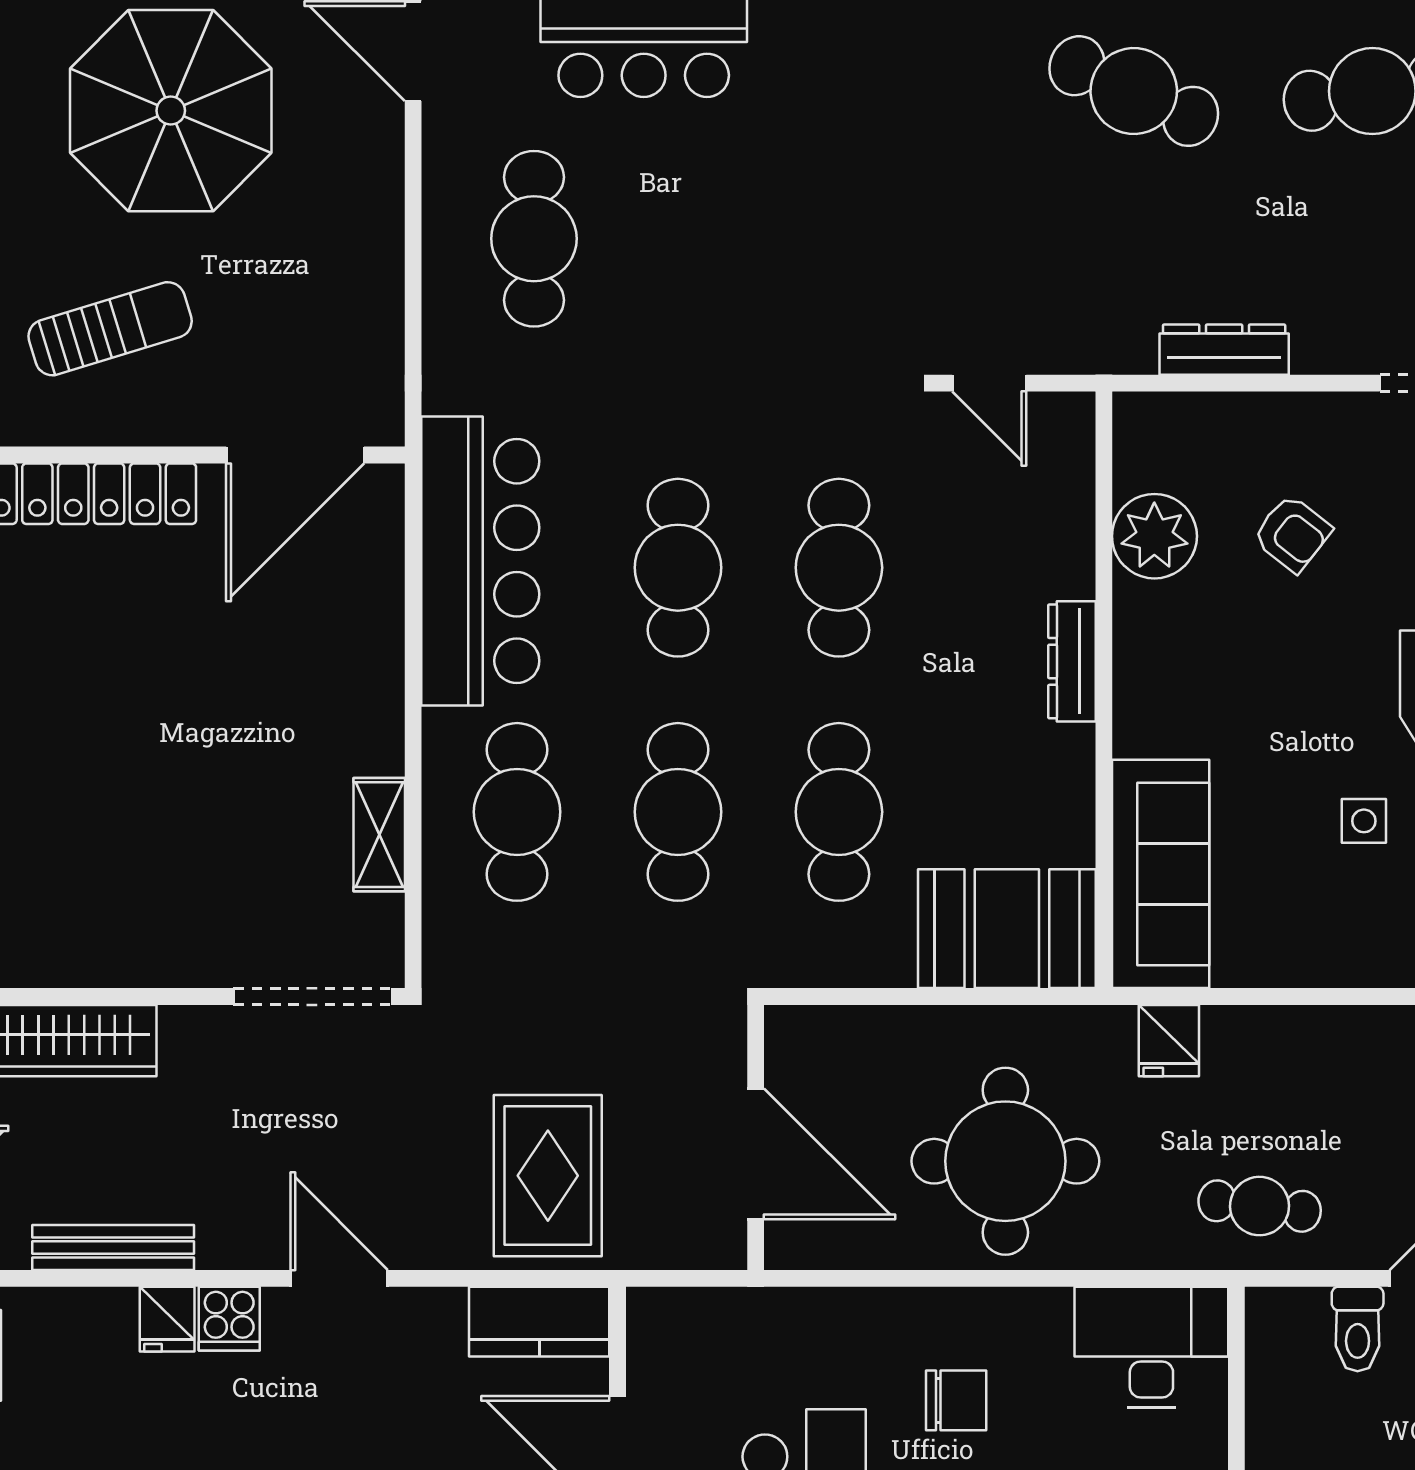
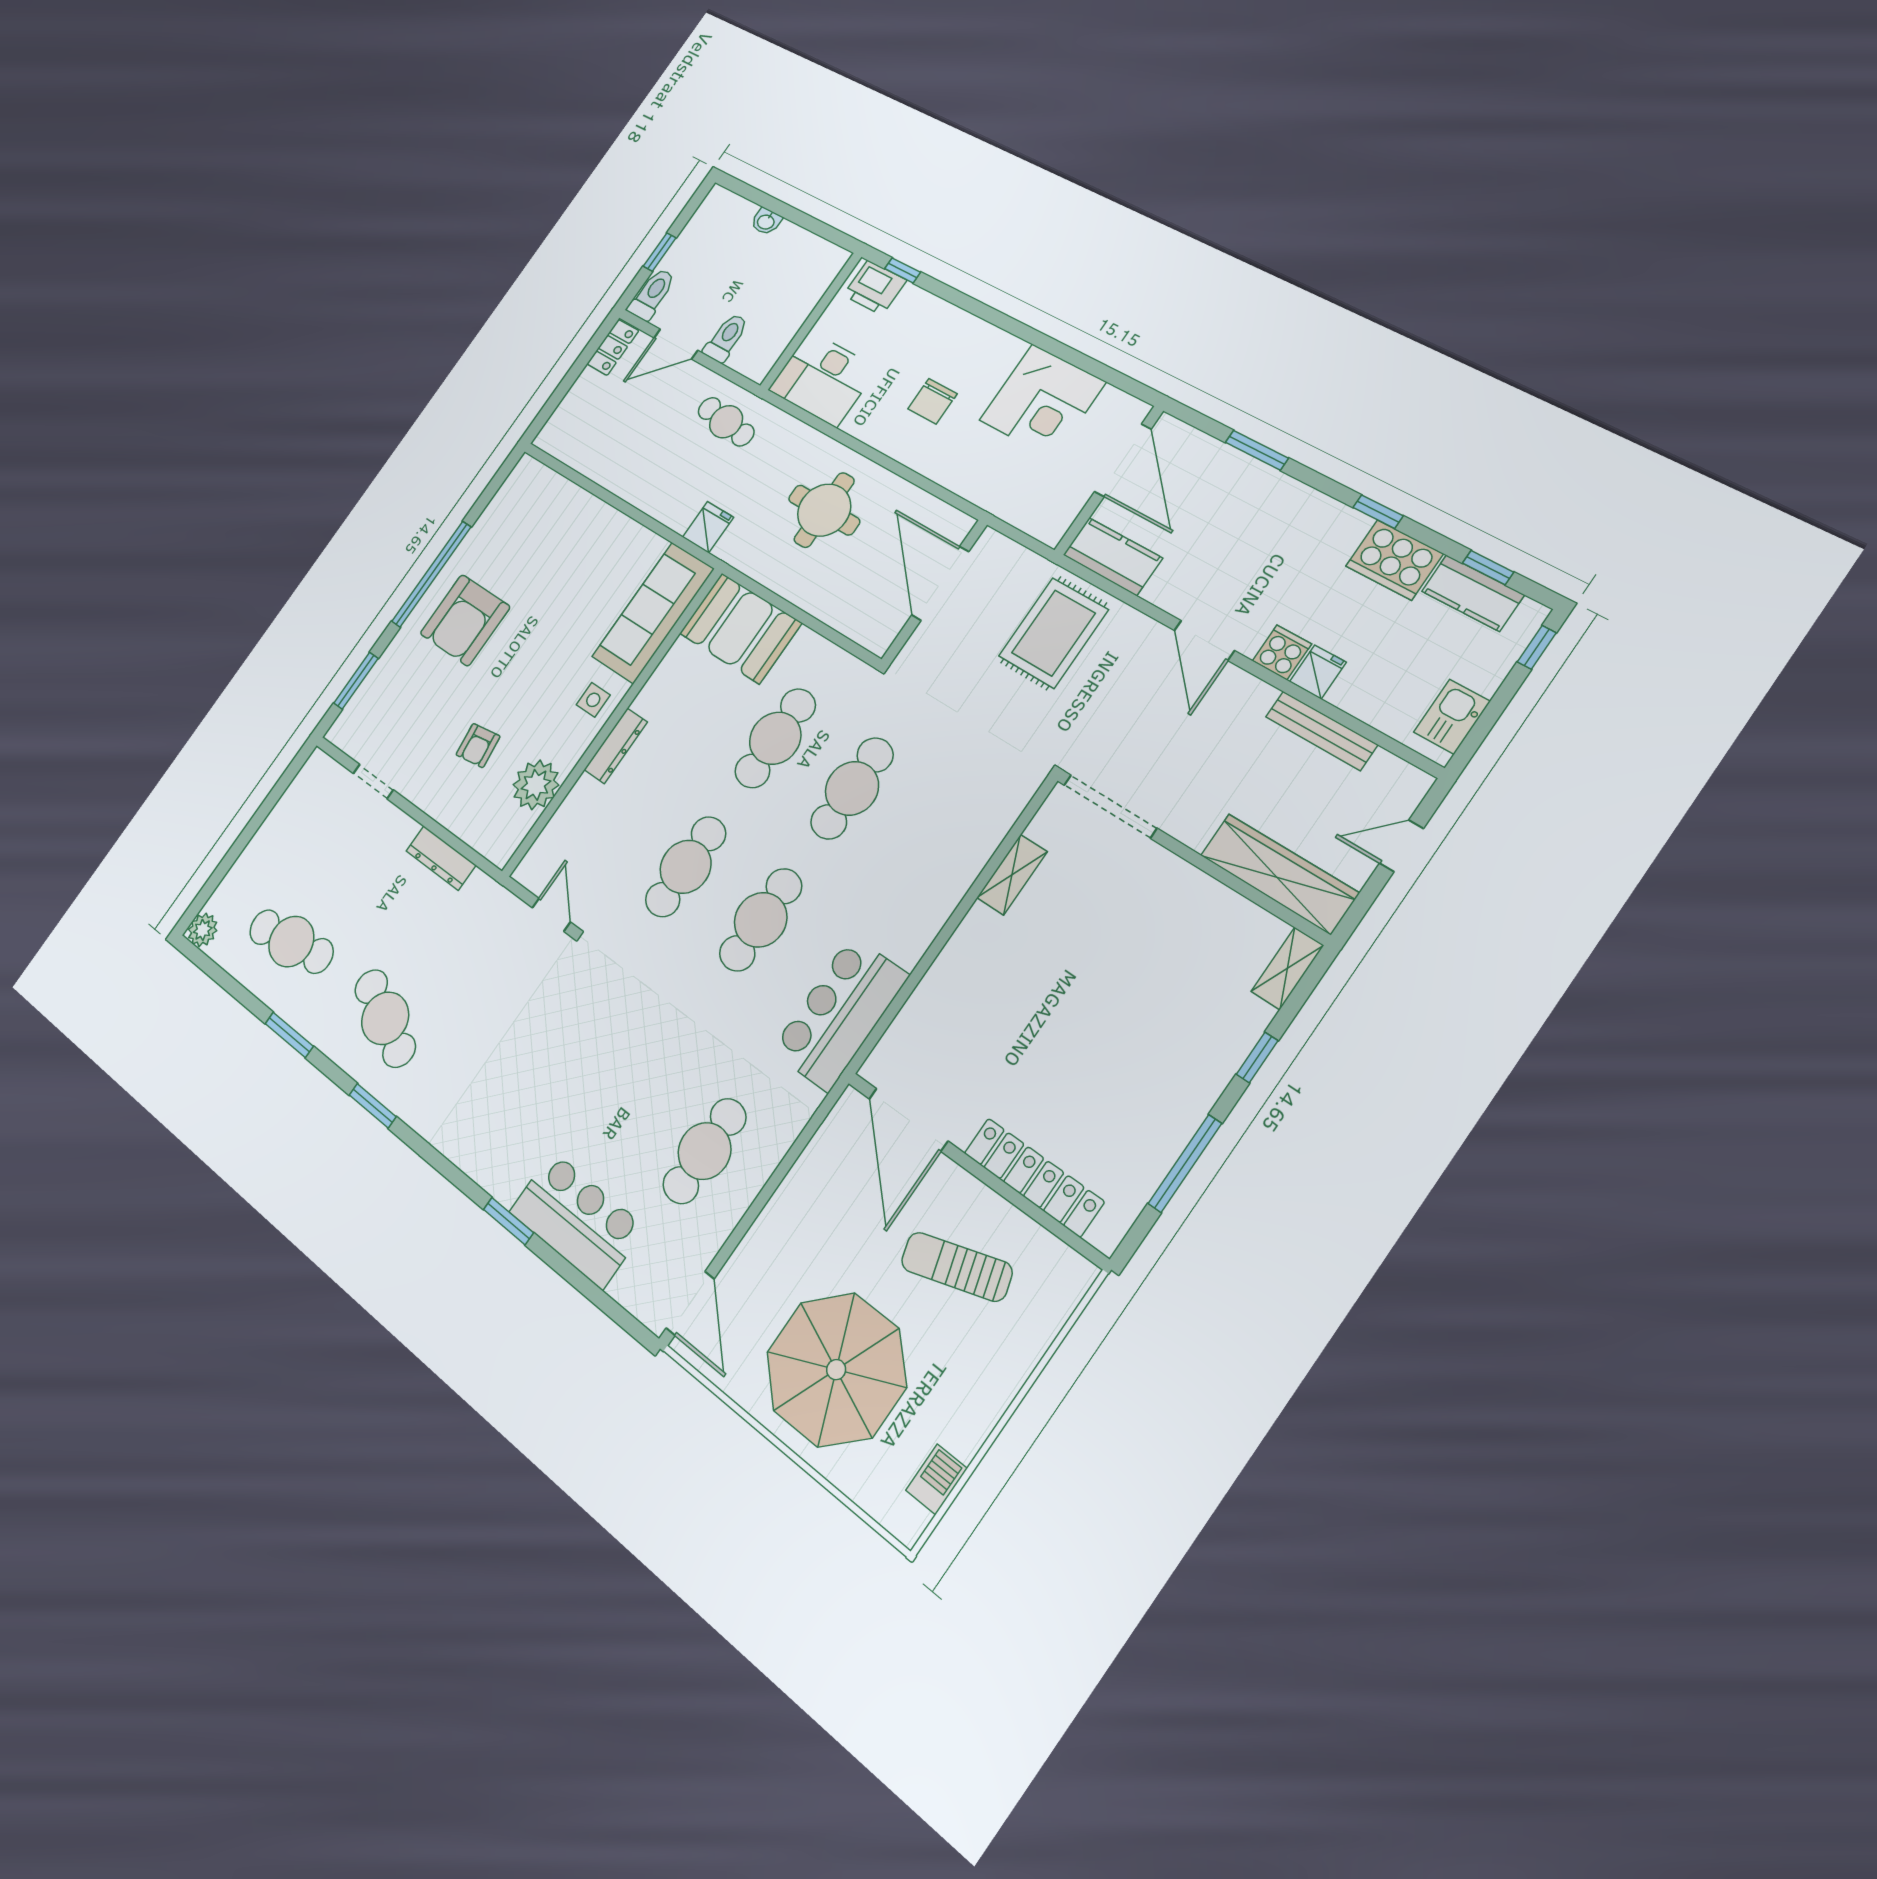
door: (295, 455) -> (908, 1120), swing flipped
armchair: (1292, 533) -> (478, 746), turned -136
bar counter: (480, 561) -> (840, 1013), width x0.73
cafe table: (517, 812) -> (932, 841), removed
side table: (1364, 821) -> (593, 700), moved
round table: (1005, 1161) -> (824, 510), width x0.73, depth x0.73
chair: (956, 1400) -> (932, 401), turned -90

